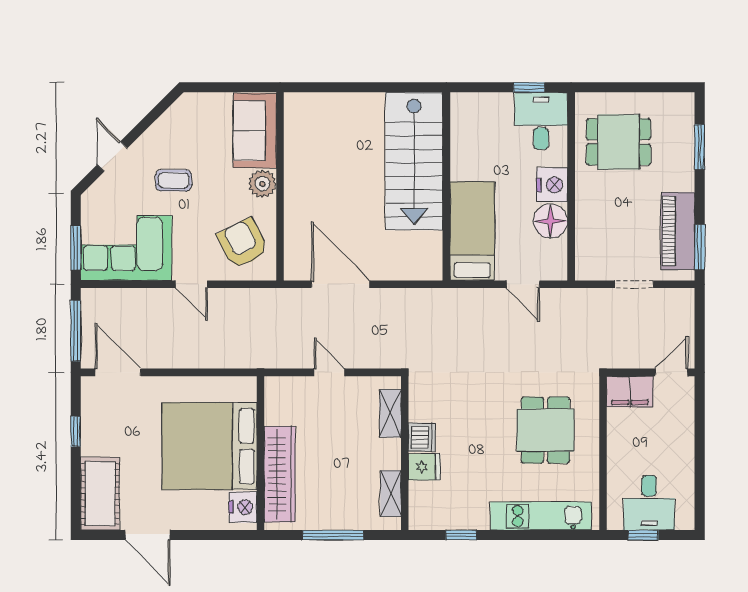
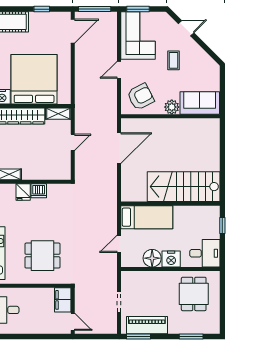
window: (529, 87) -> (222, 226), moved
shelving: (390, 413) -> (58, 114), moved

